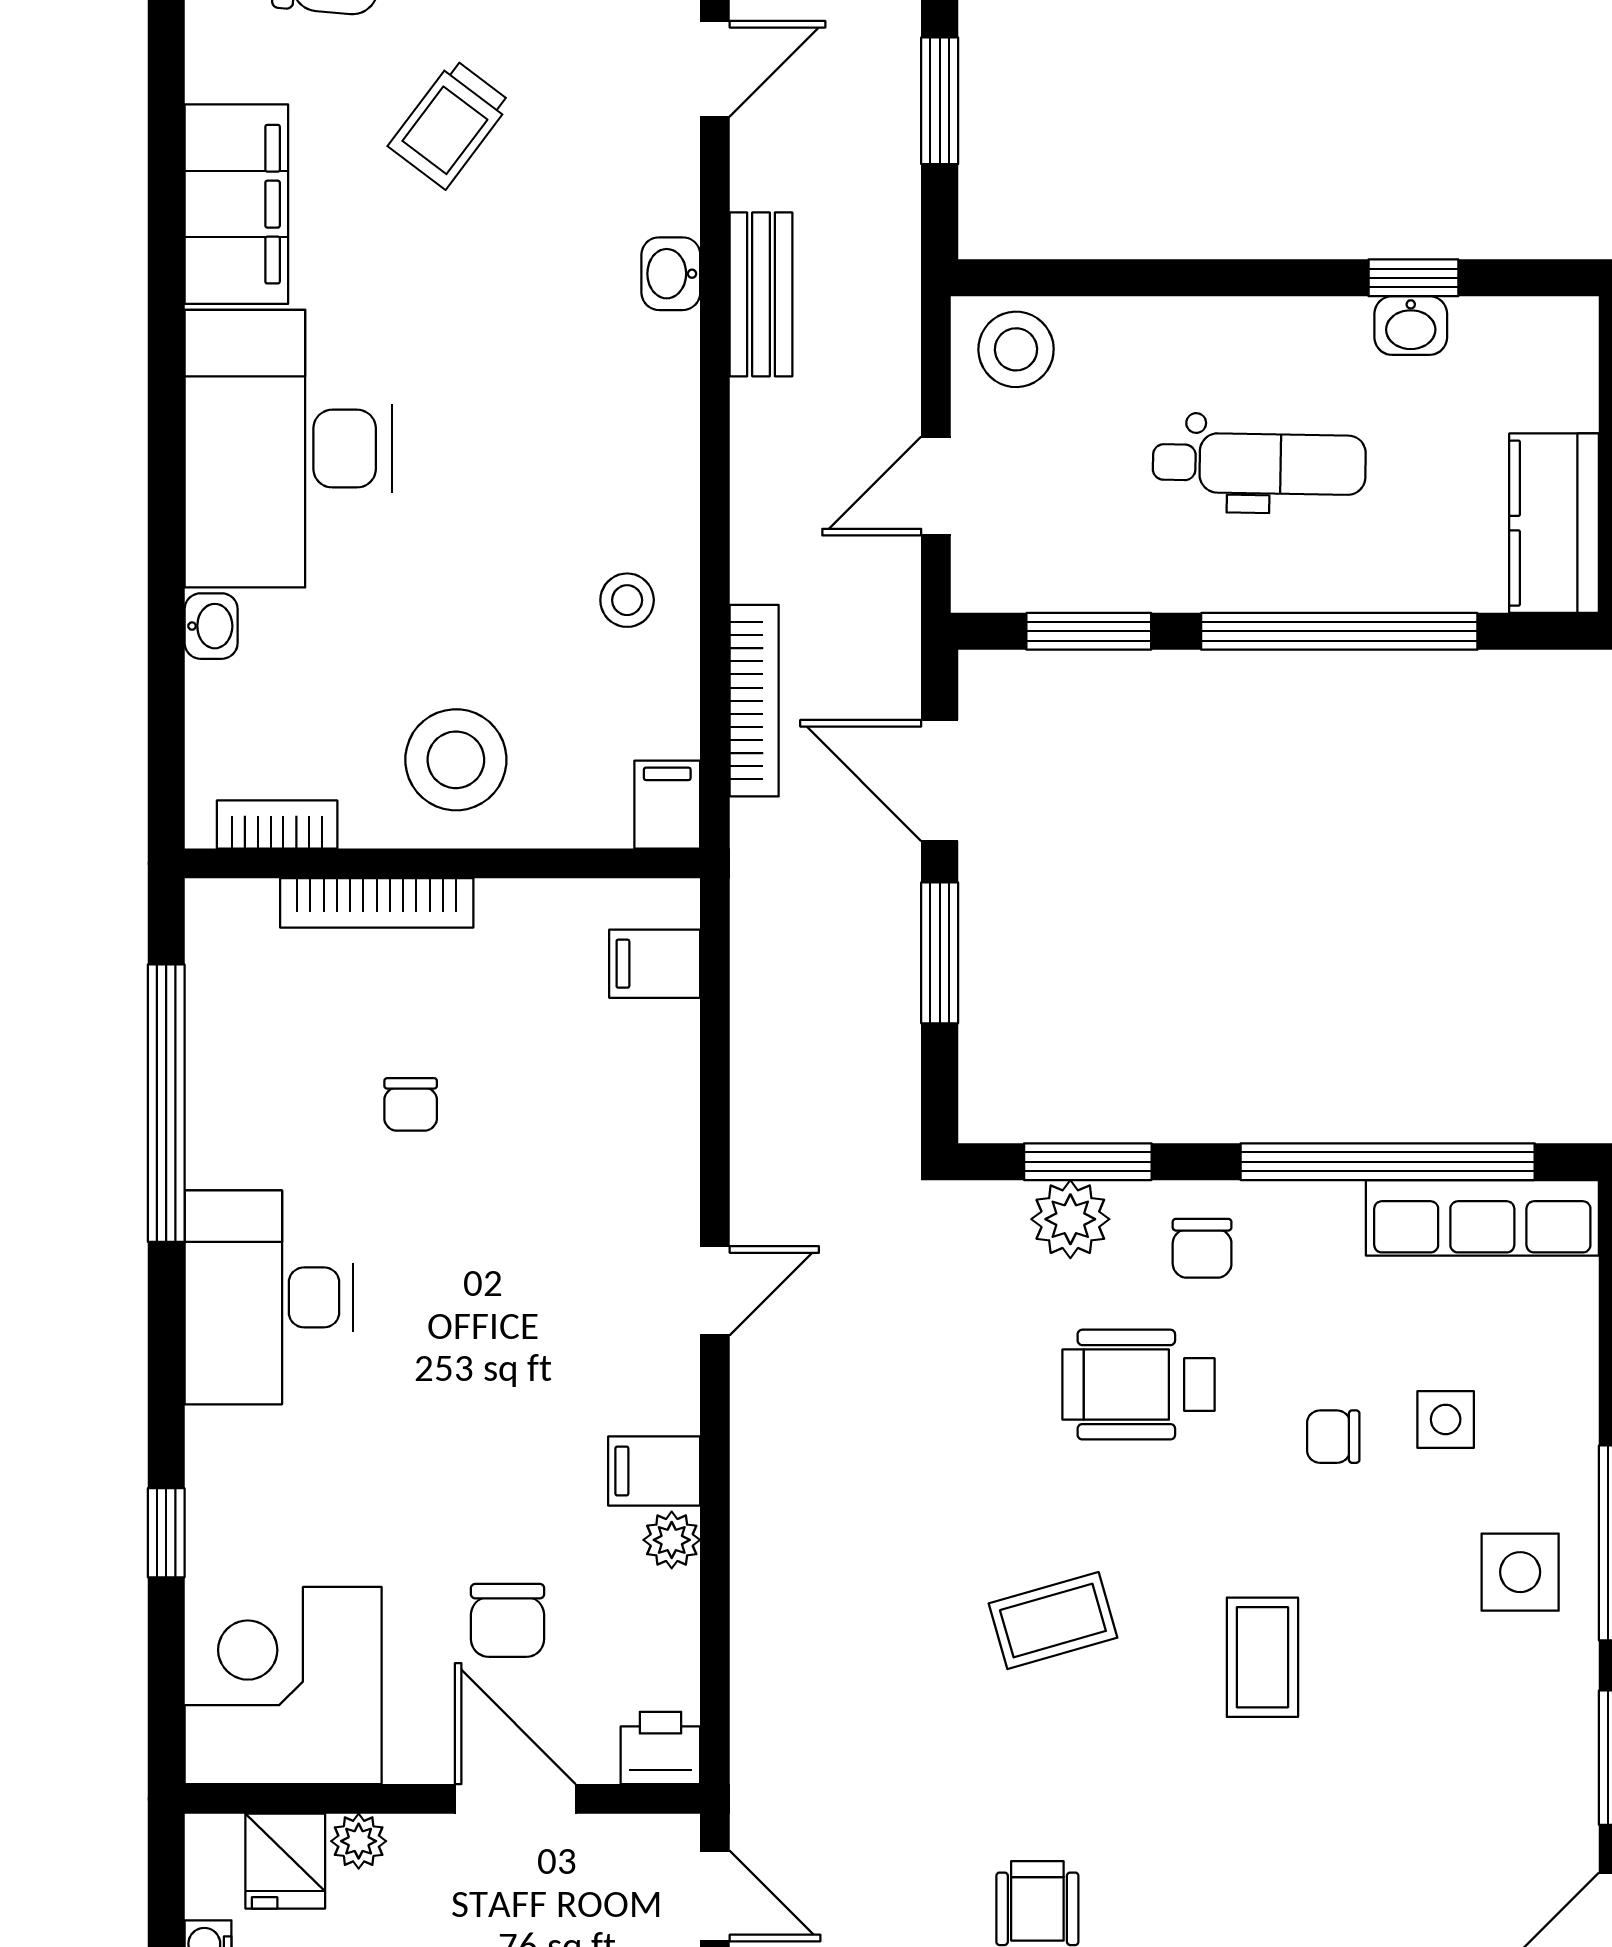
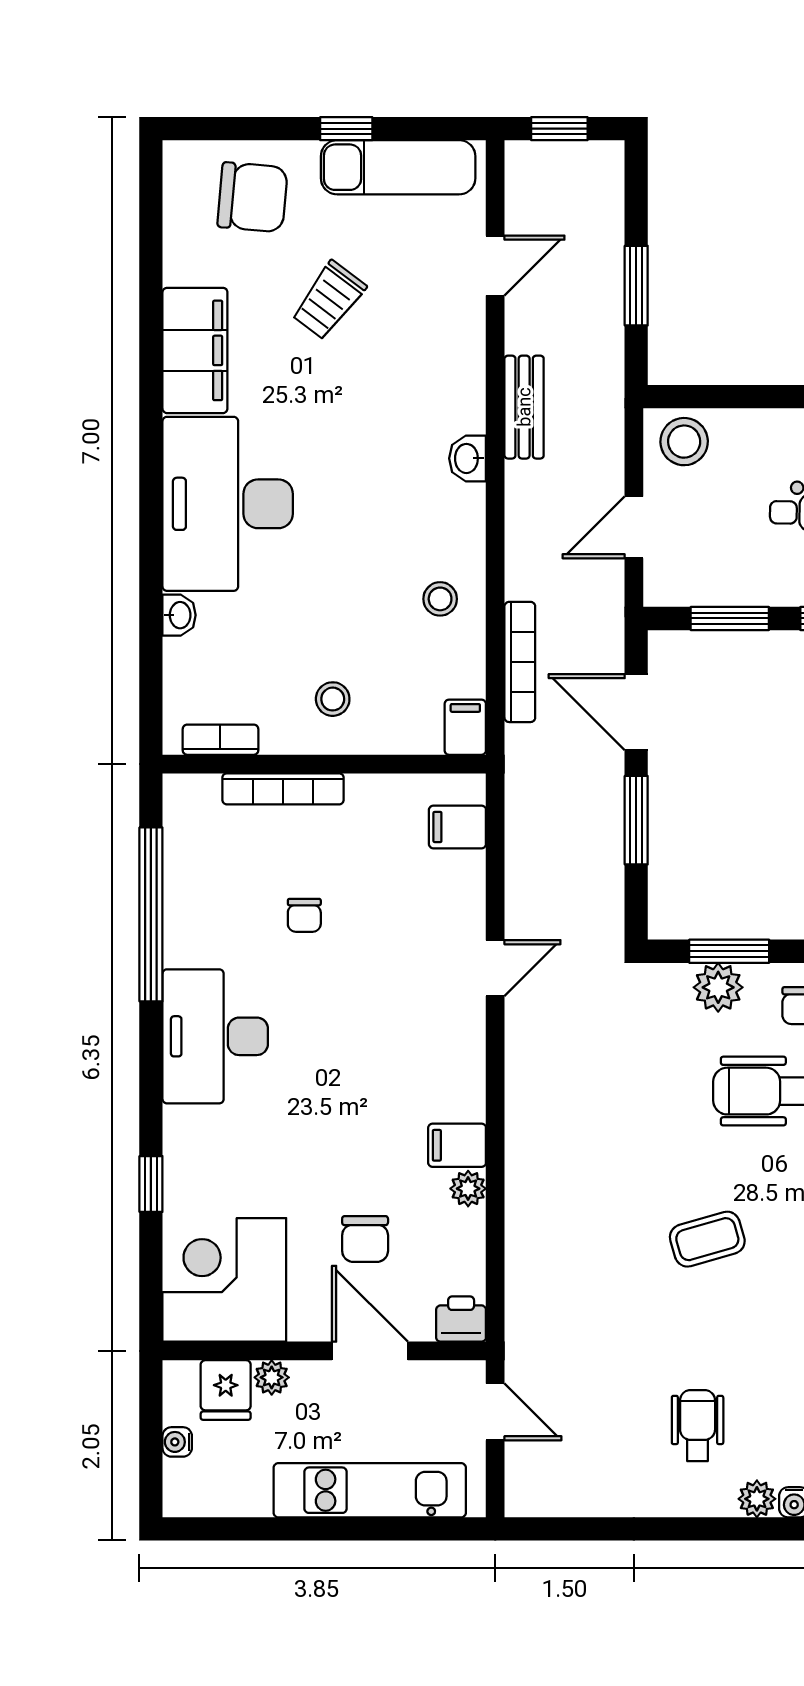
washbasin: (671, 274) -> (468, 458), moved
stool: (456, 760) -> (333, 699), width x0.53, depth x0.53
door: (715, 1291) -> (495, 968), moved

